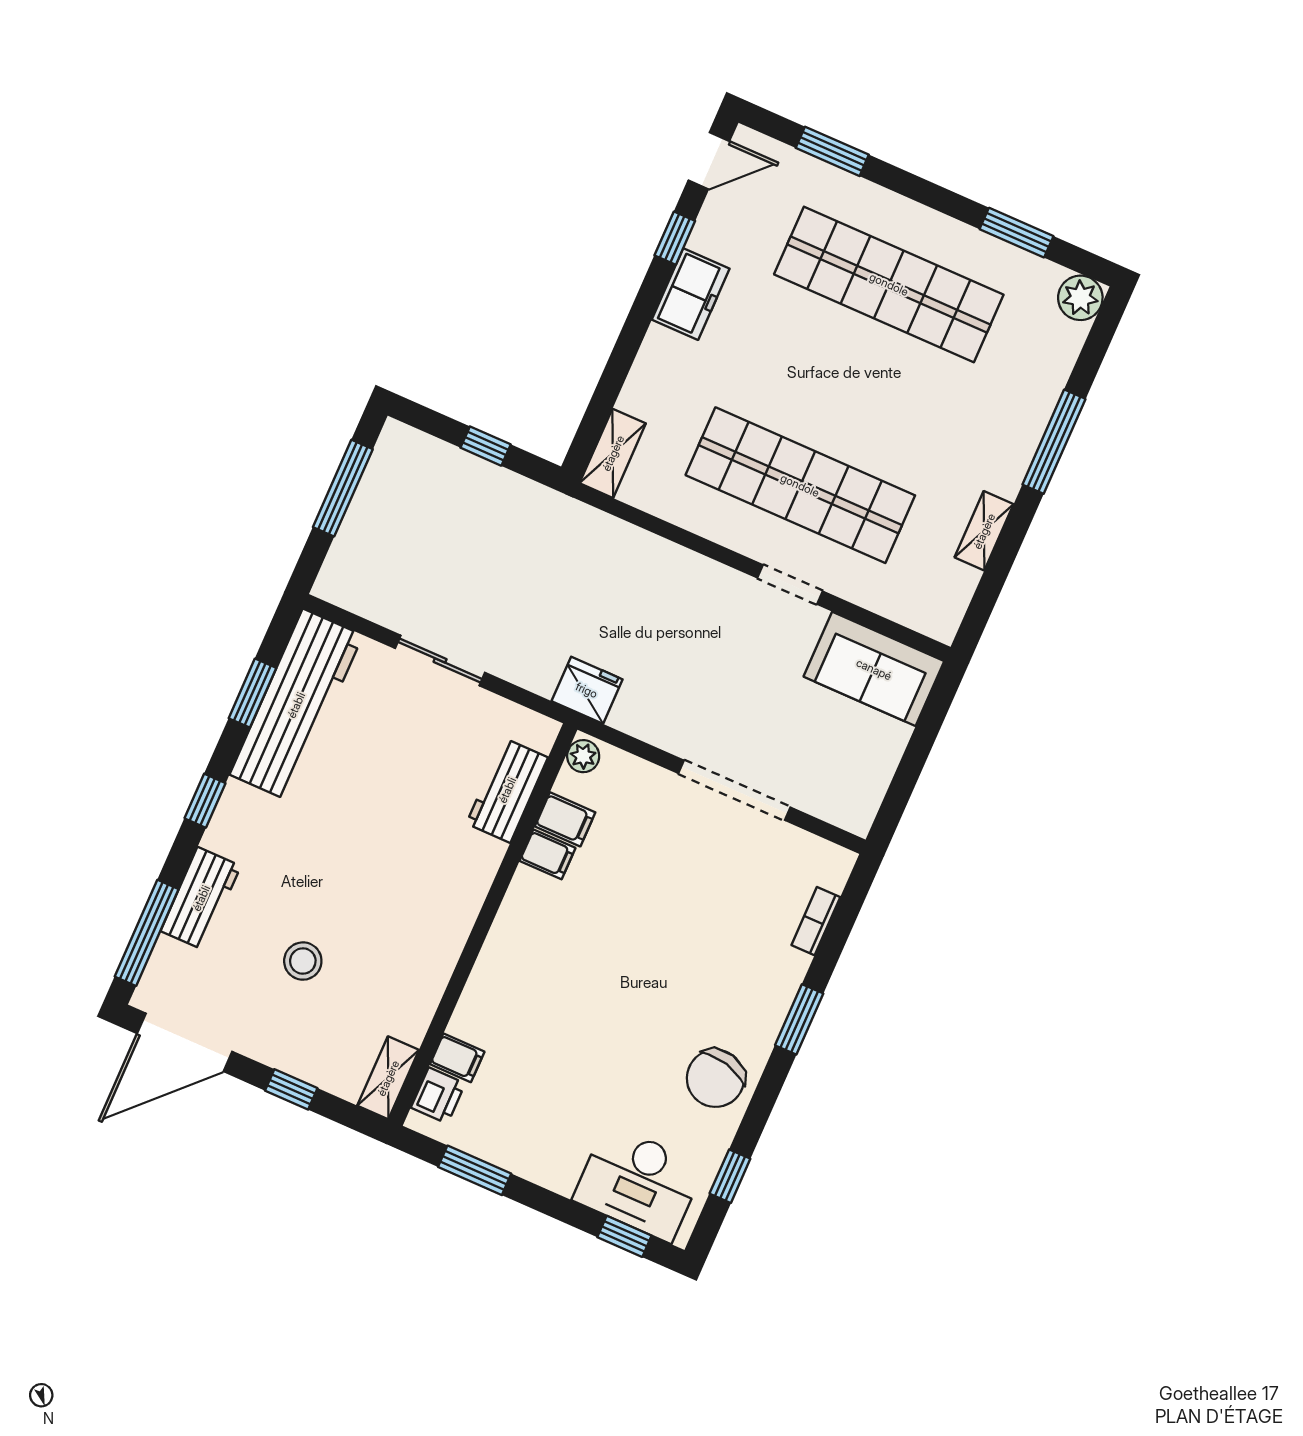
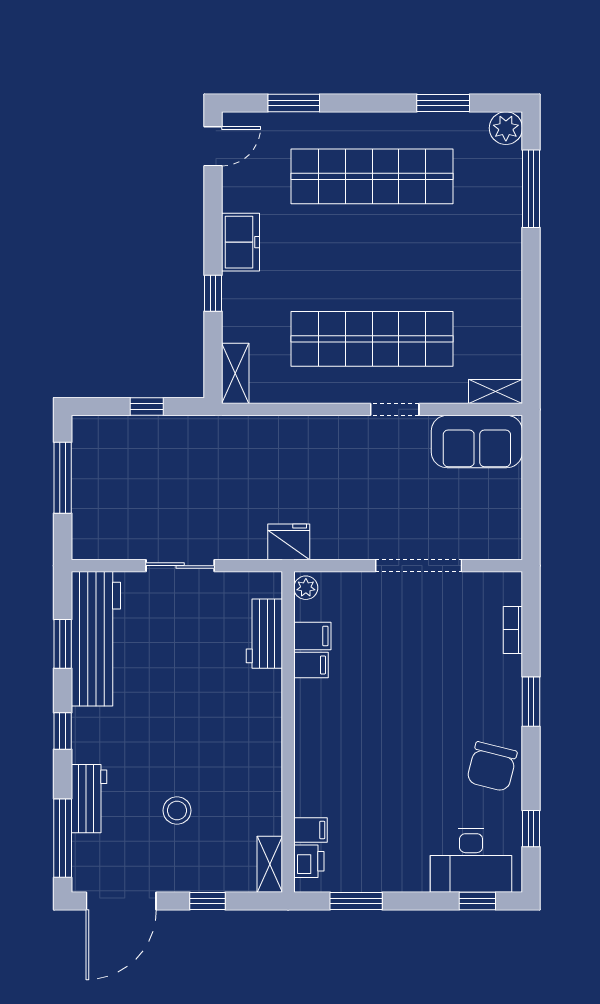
window: (675, 238) -> (213, 293), moved
window: (1054, 442) -> (531, 189), moved
shelving: (984, 531) -> (495, 392), moved, turned 90

